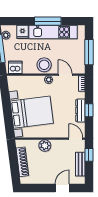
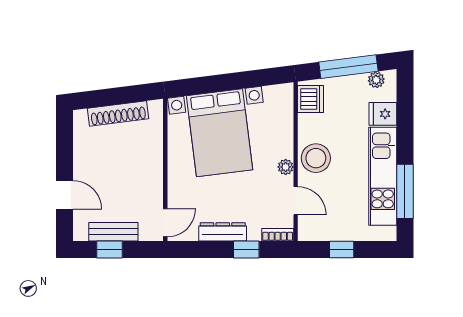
window: (48, 21) -> (405, 191), moved
window: (89, 52) -> (342, 250), width x0.46
door: (65, 75) -> (296, 201), hinge flipped
window: (89, 110) -> (246, 250), moved
plant: (45, 146) -> (151, 159), removed
window: (89, 155) -> (109, 250), moved

